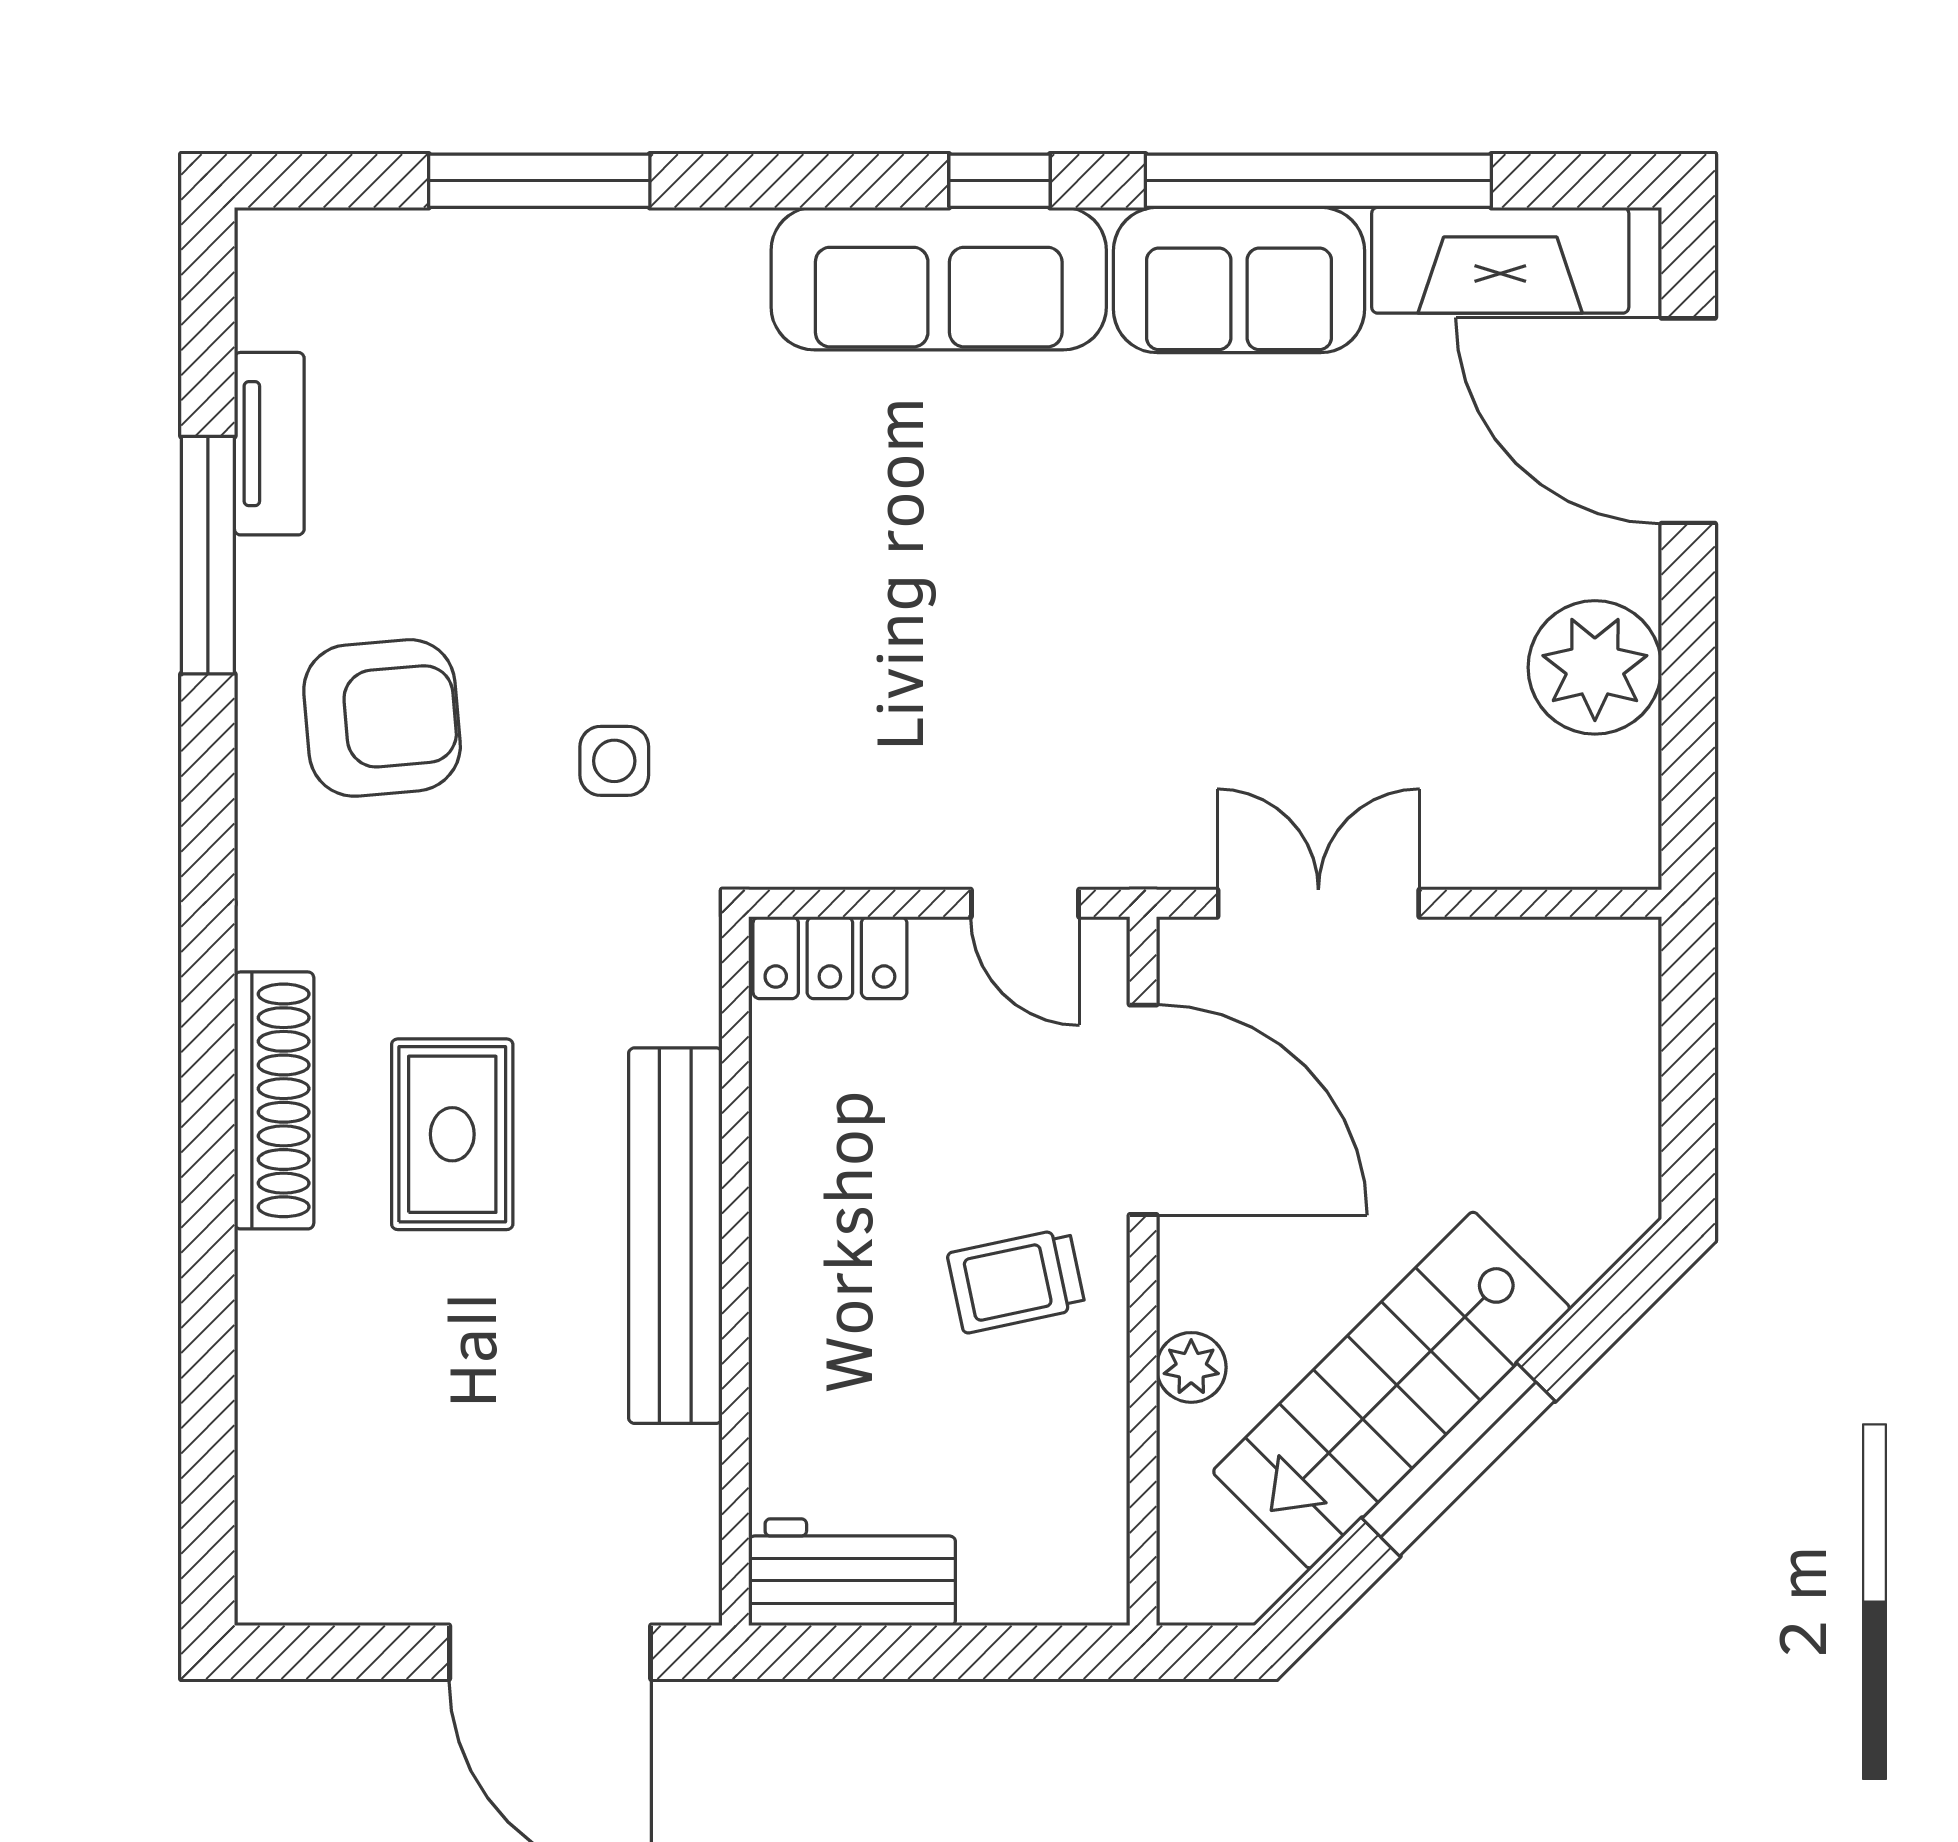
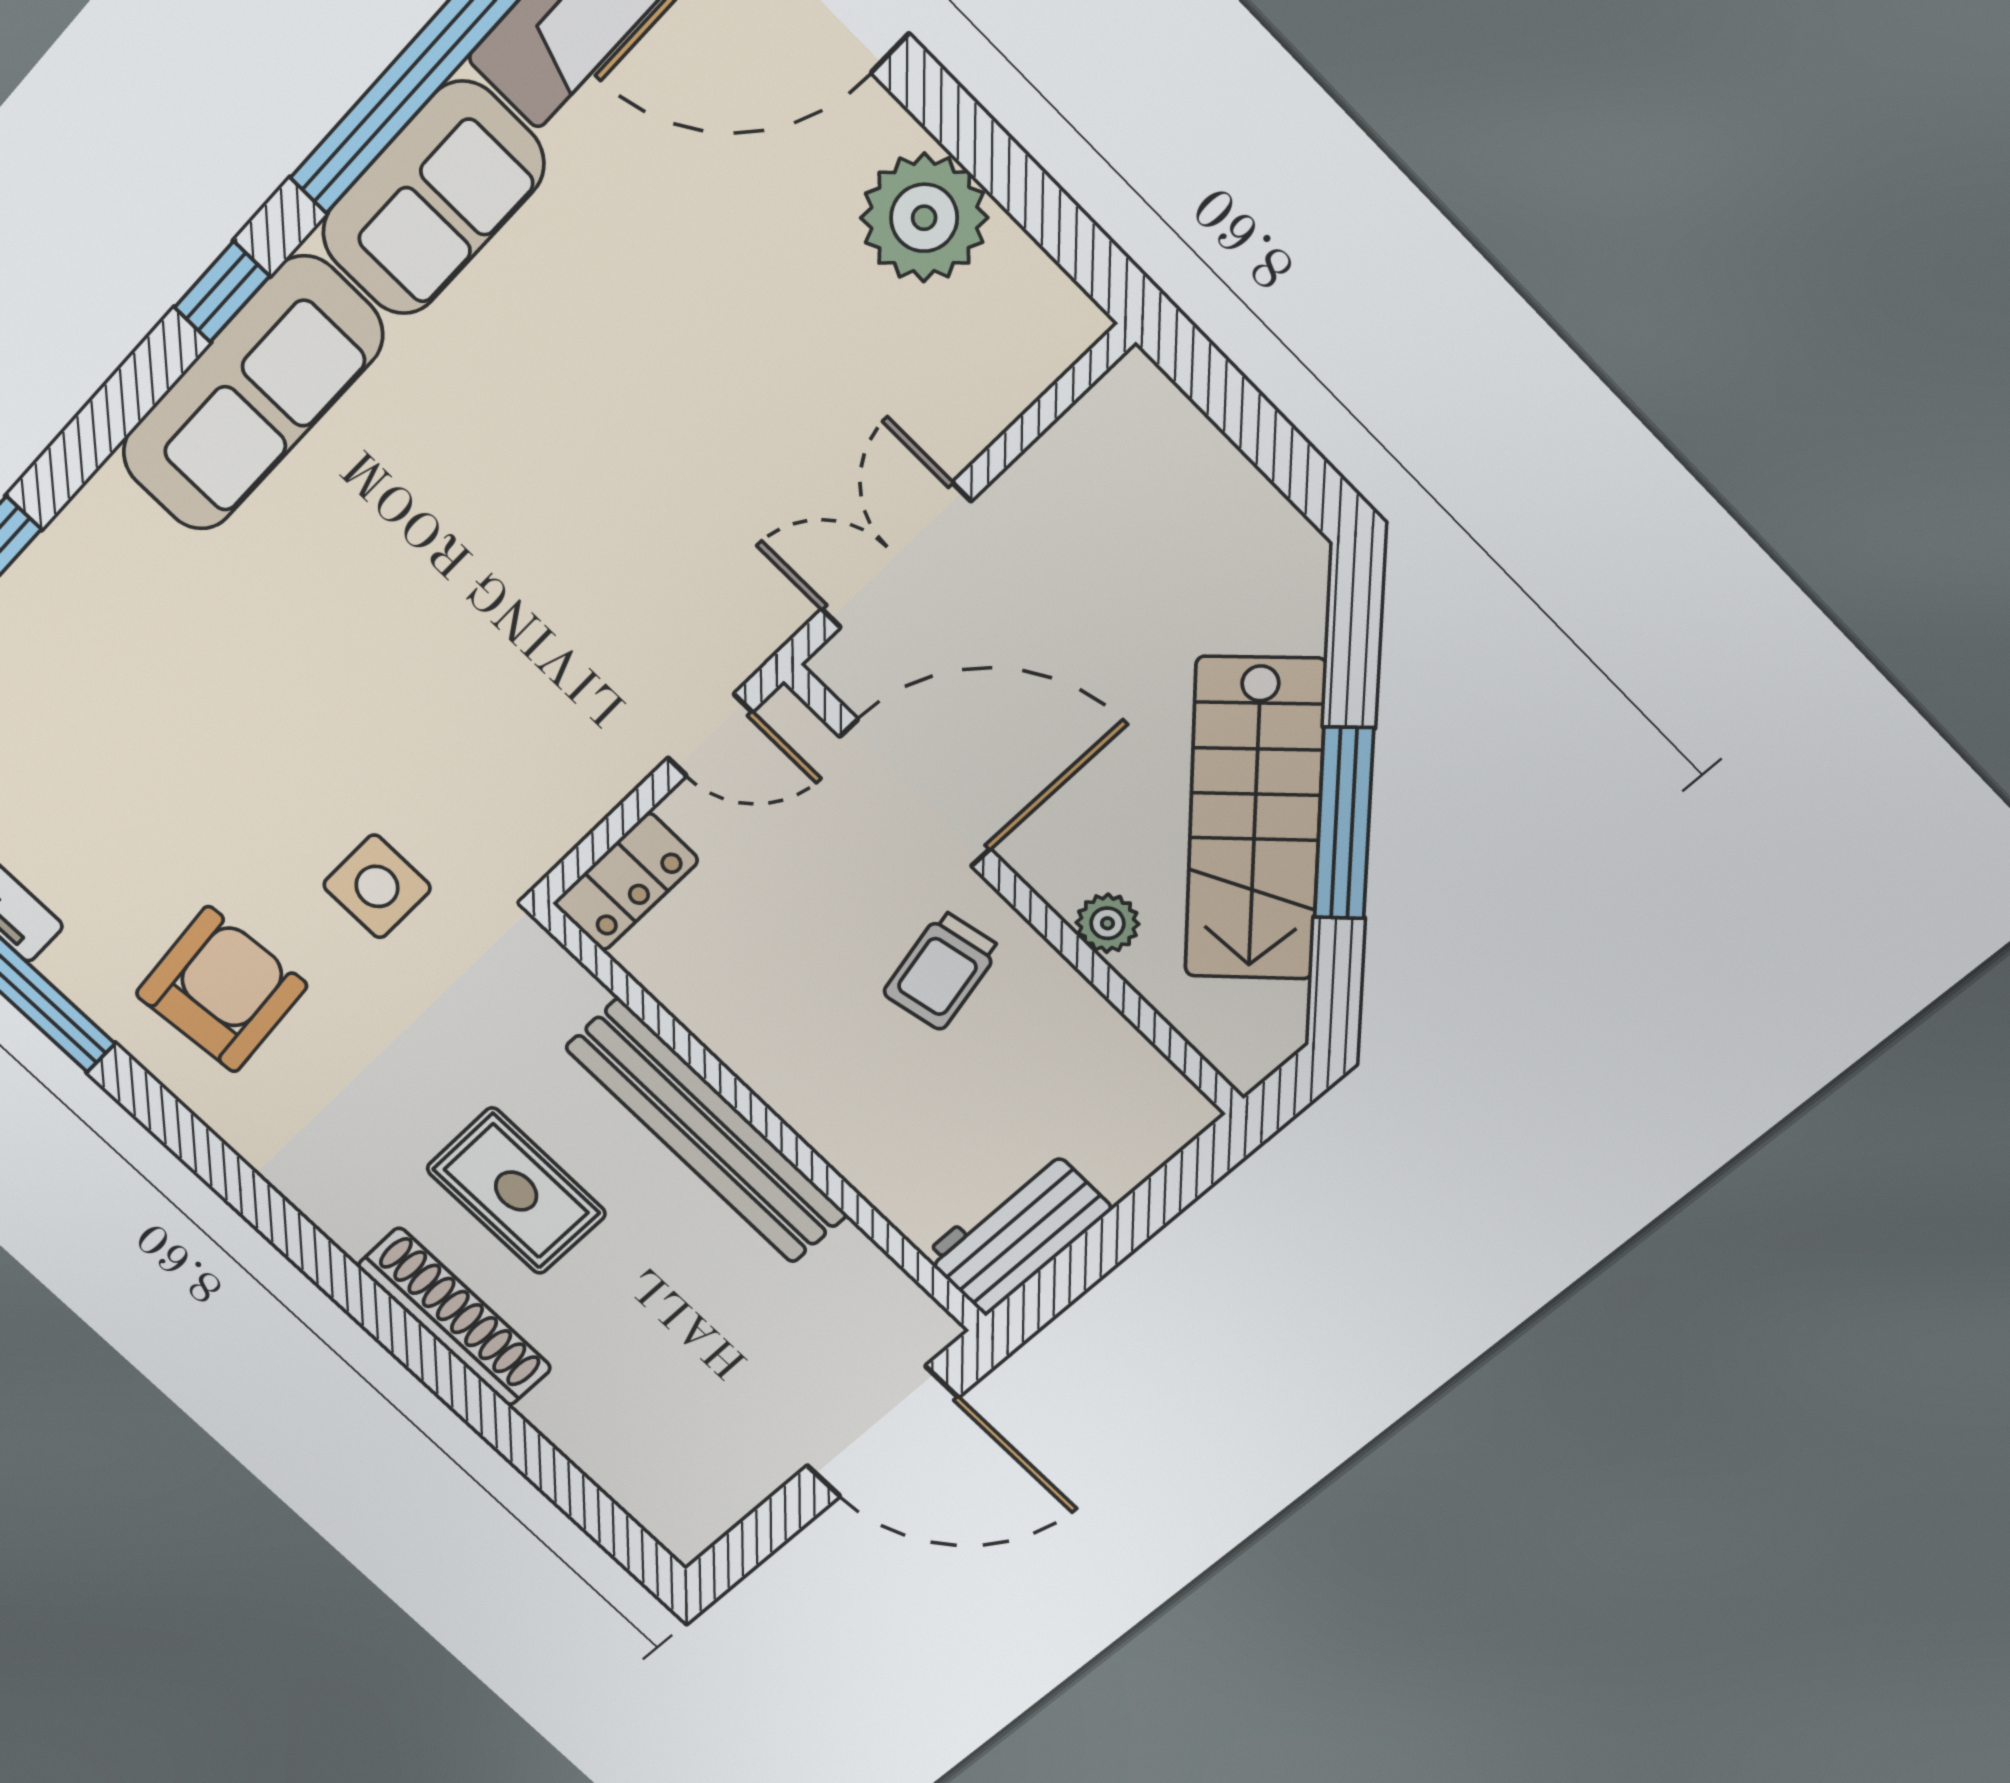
side table: (614, 761) -> (377, 886), width x1.37, depth x1.37
shoe rack: (274, 1100) -> (455, 1317), moved

